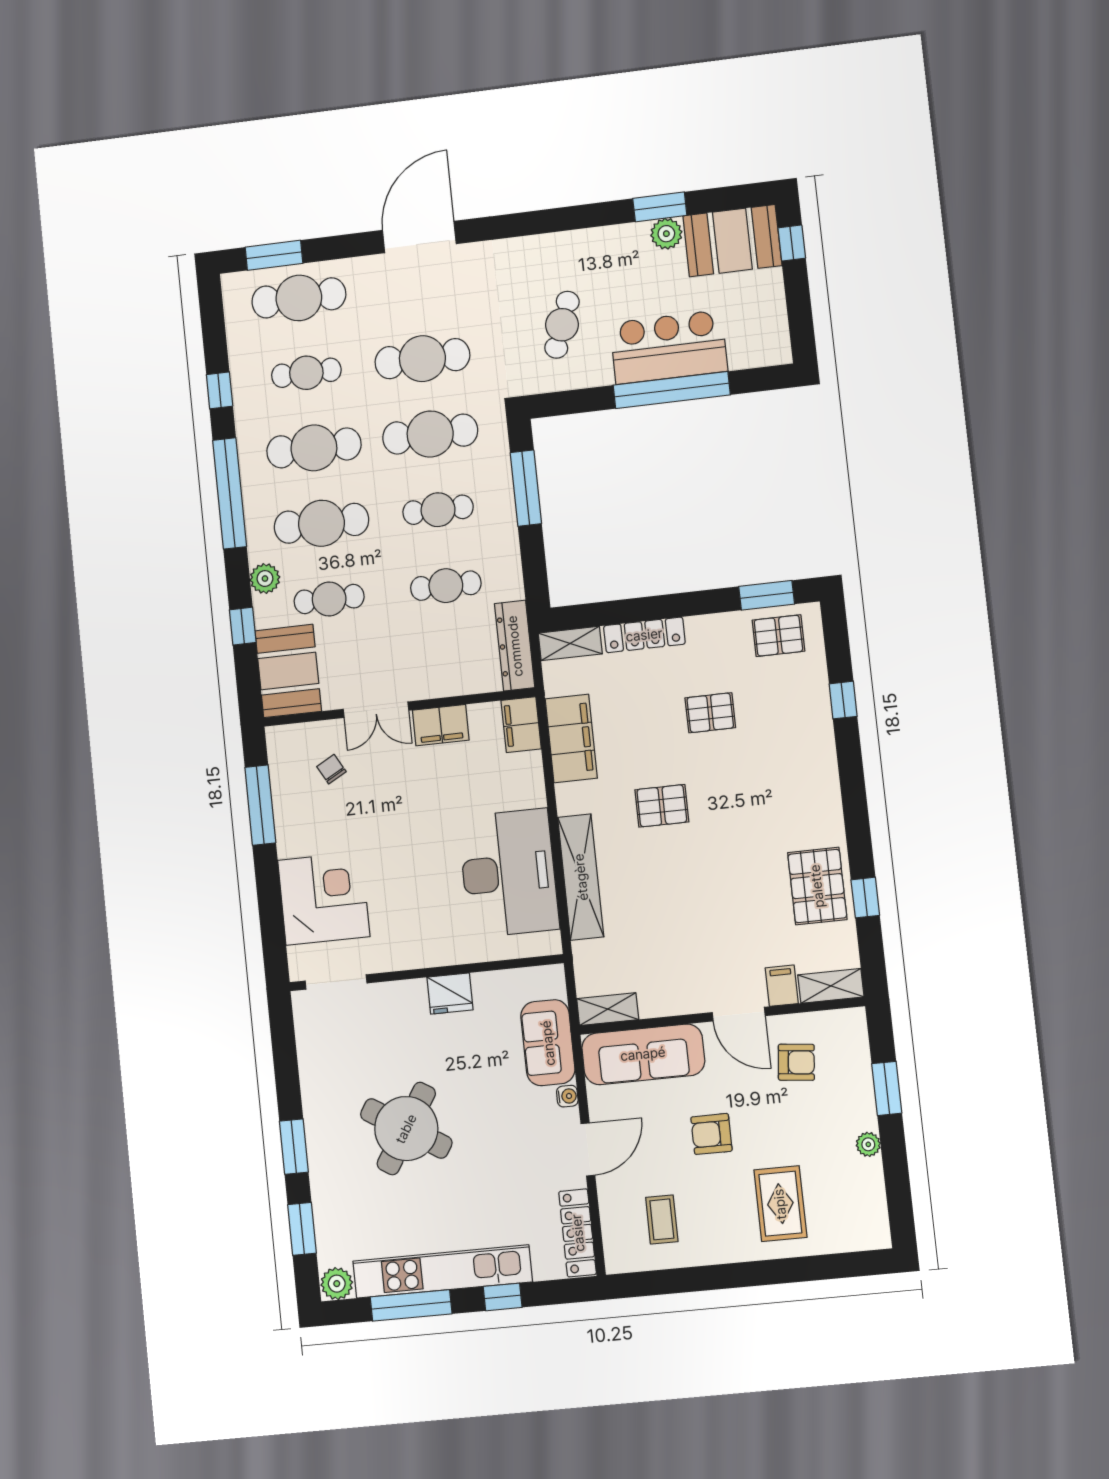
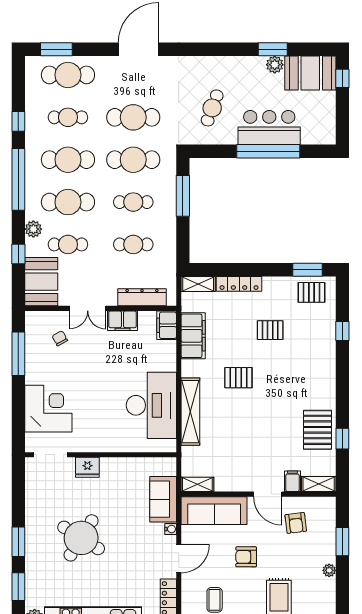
dresser: (515, 646) -> (142, 297), moved, turned 90
fridge: (450, 993) -> (87, 467), moved
armchair: (796, 1062) -> (296, 523), turned 77

